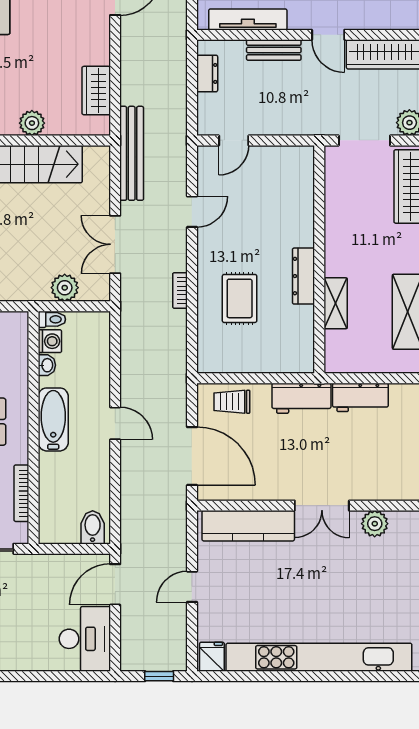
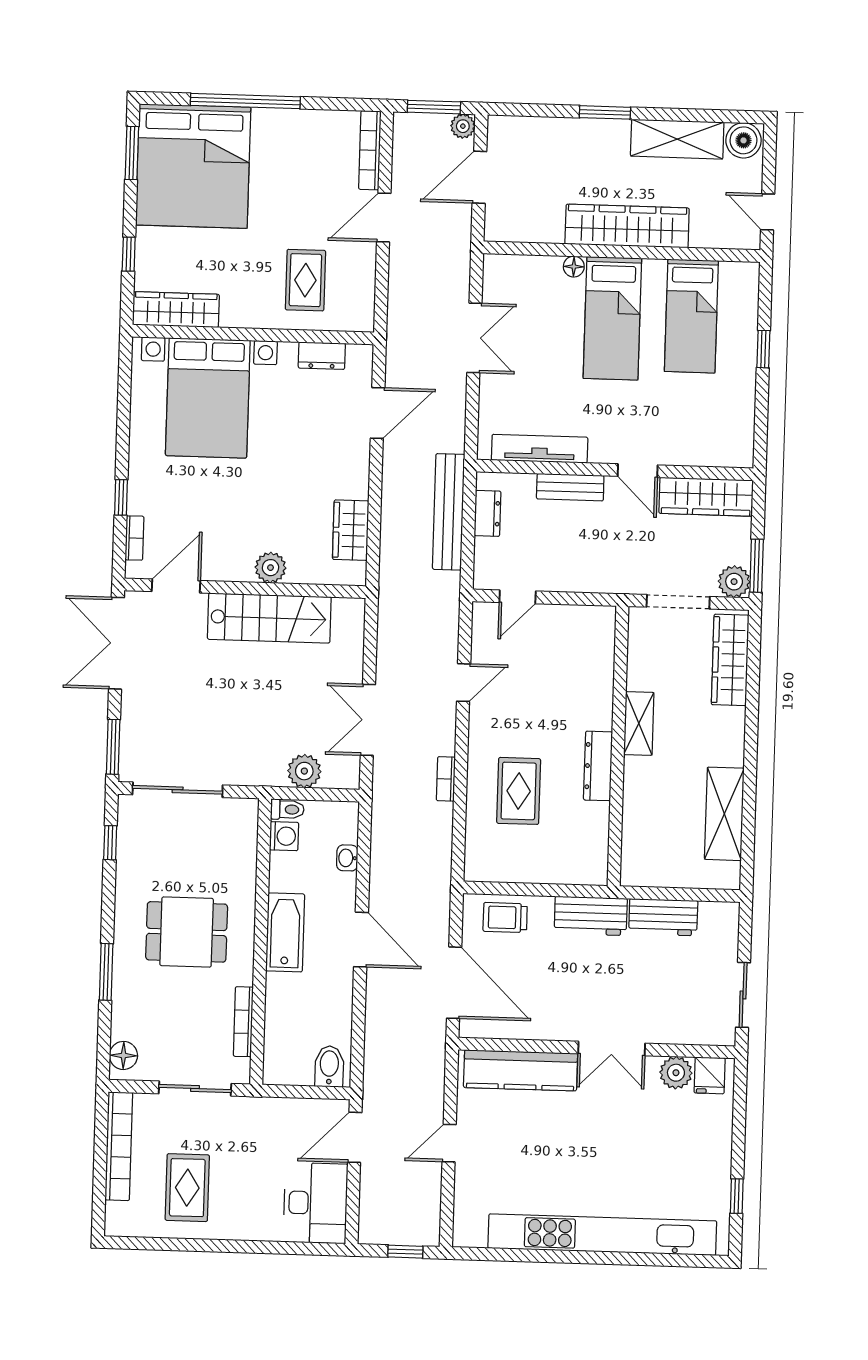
bench: (132, 153) -> (449, 512), moved
shelving: (336, 303) -> (639, 723), moved
washbasin: (47, 365) -> (347, 858), moved, turned 180
door: (115, 423) -> (361, 940), width x1.38
fridge: (212, 657) -> (710, 1075), moved, turned 180

